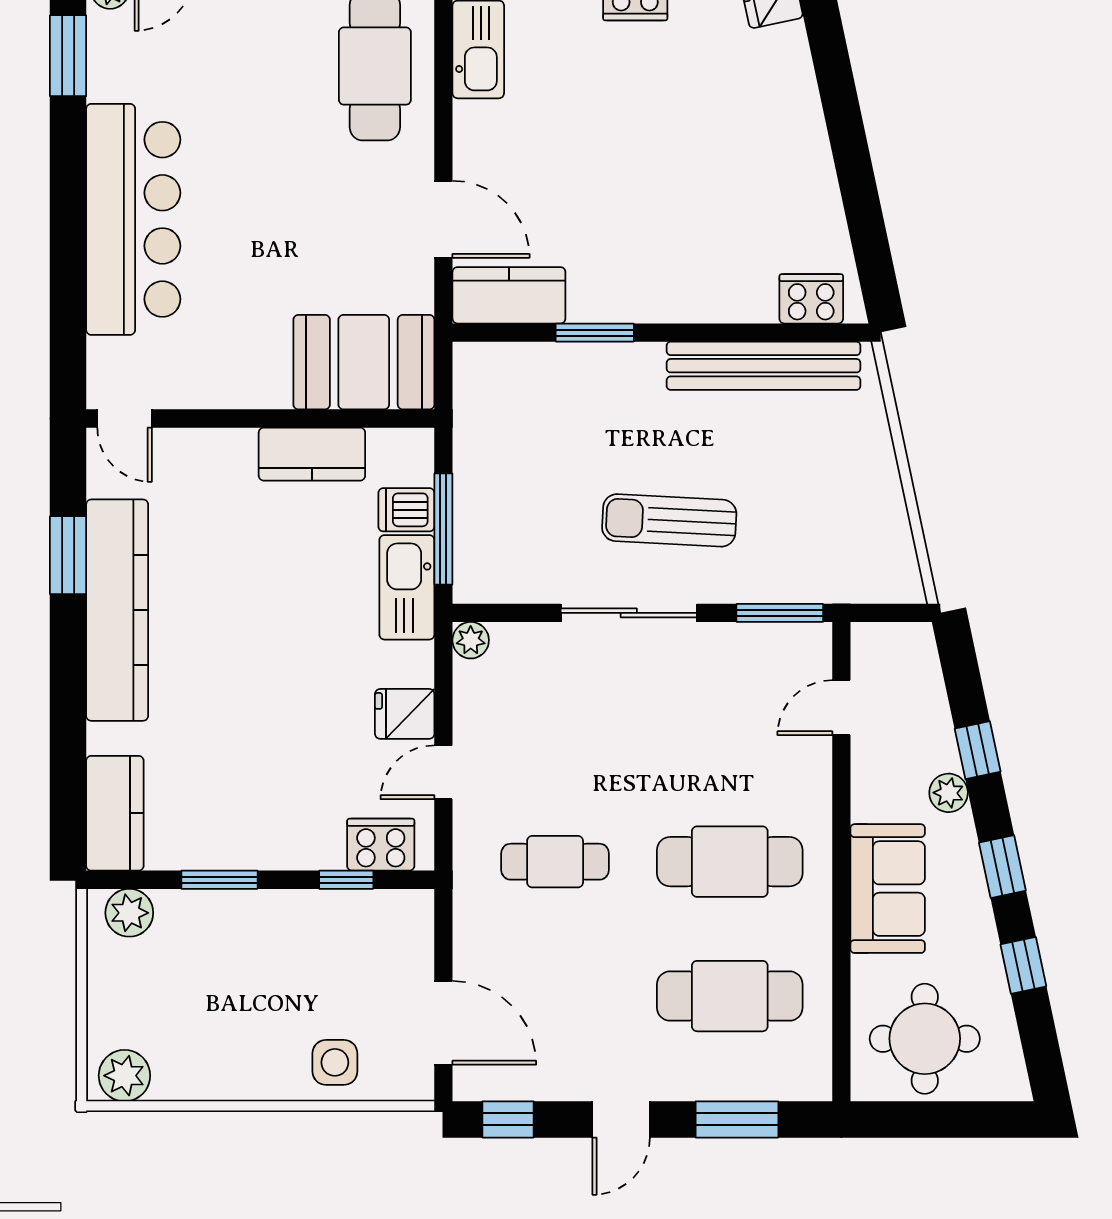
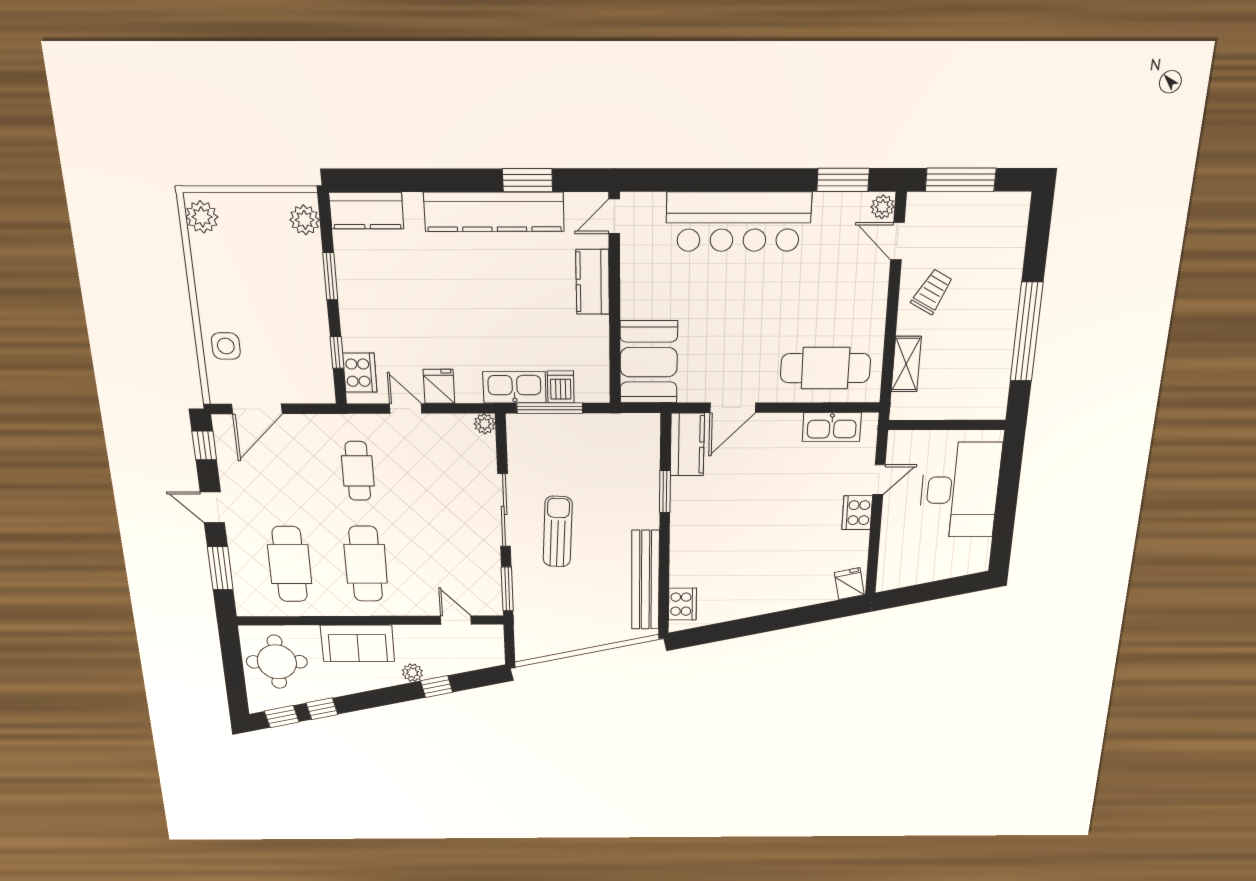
kitchen counter: (312, 454) -> (593, 282), moved
window: (1002, 867) -> (282, 717), moved

